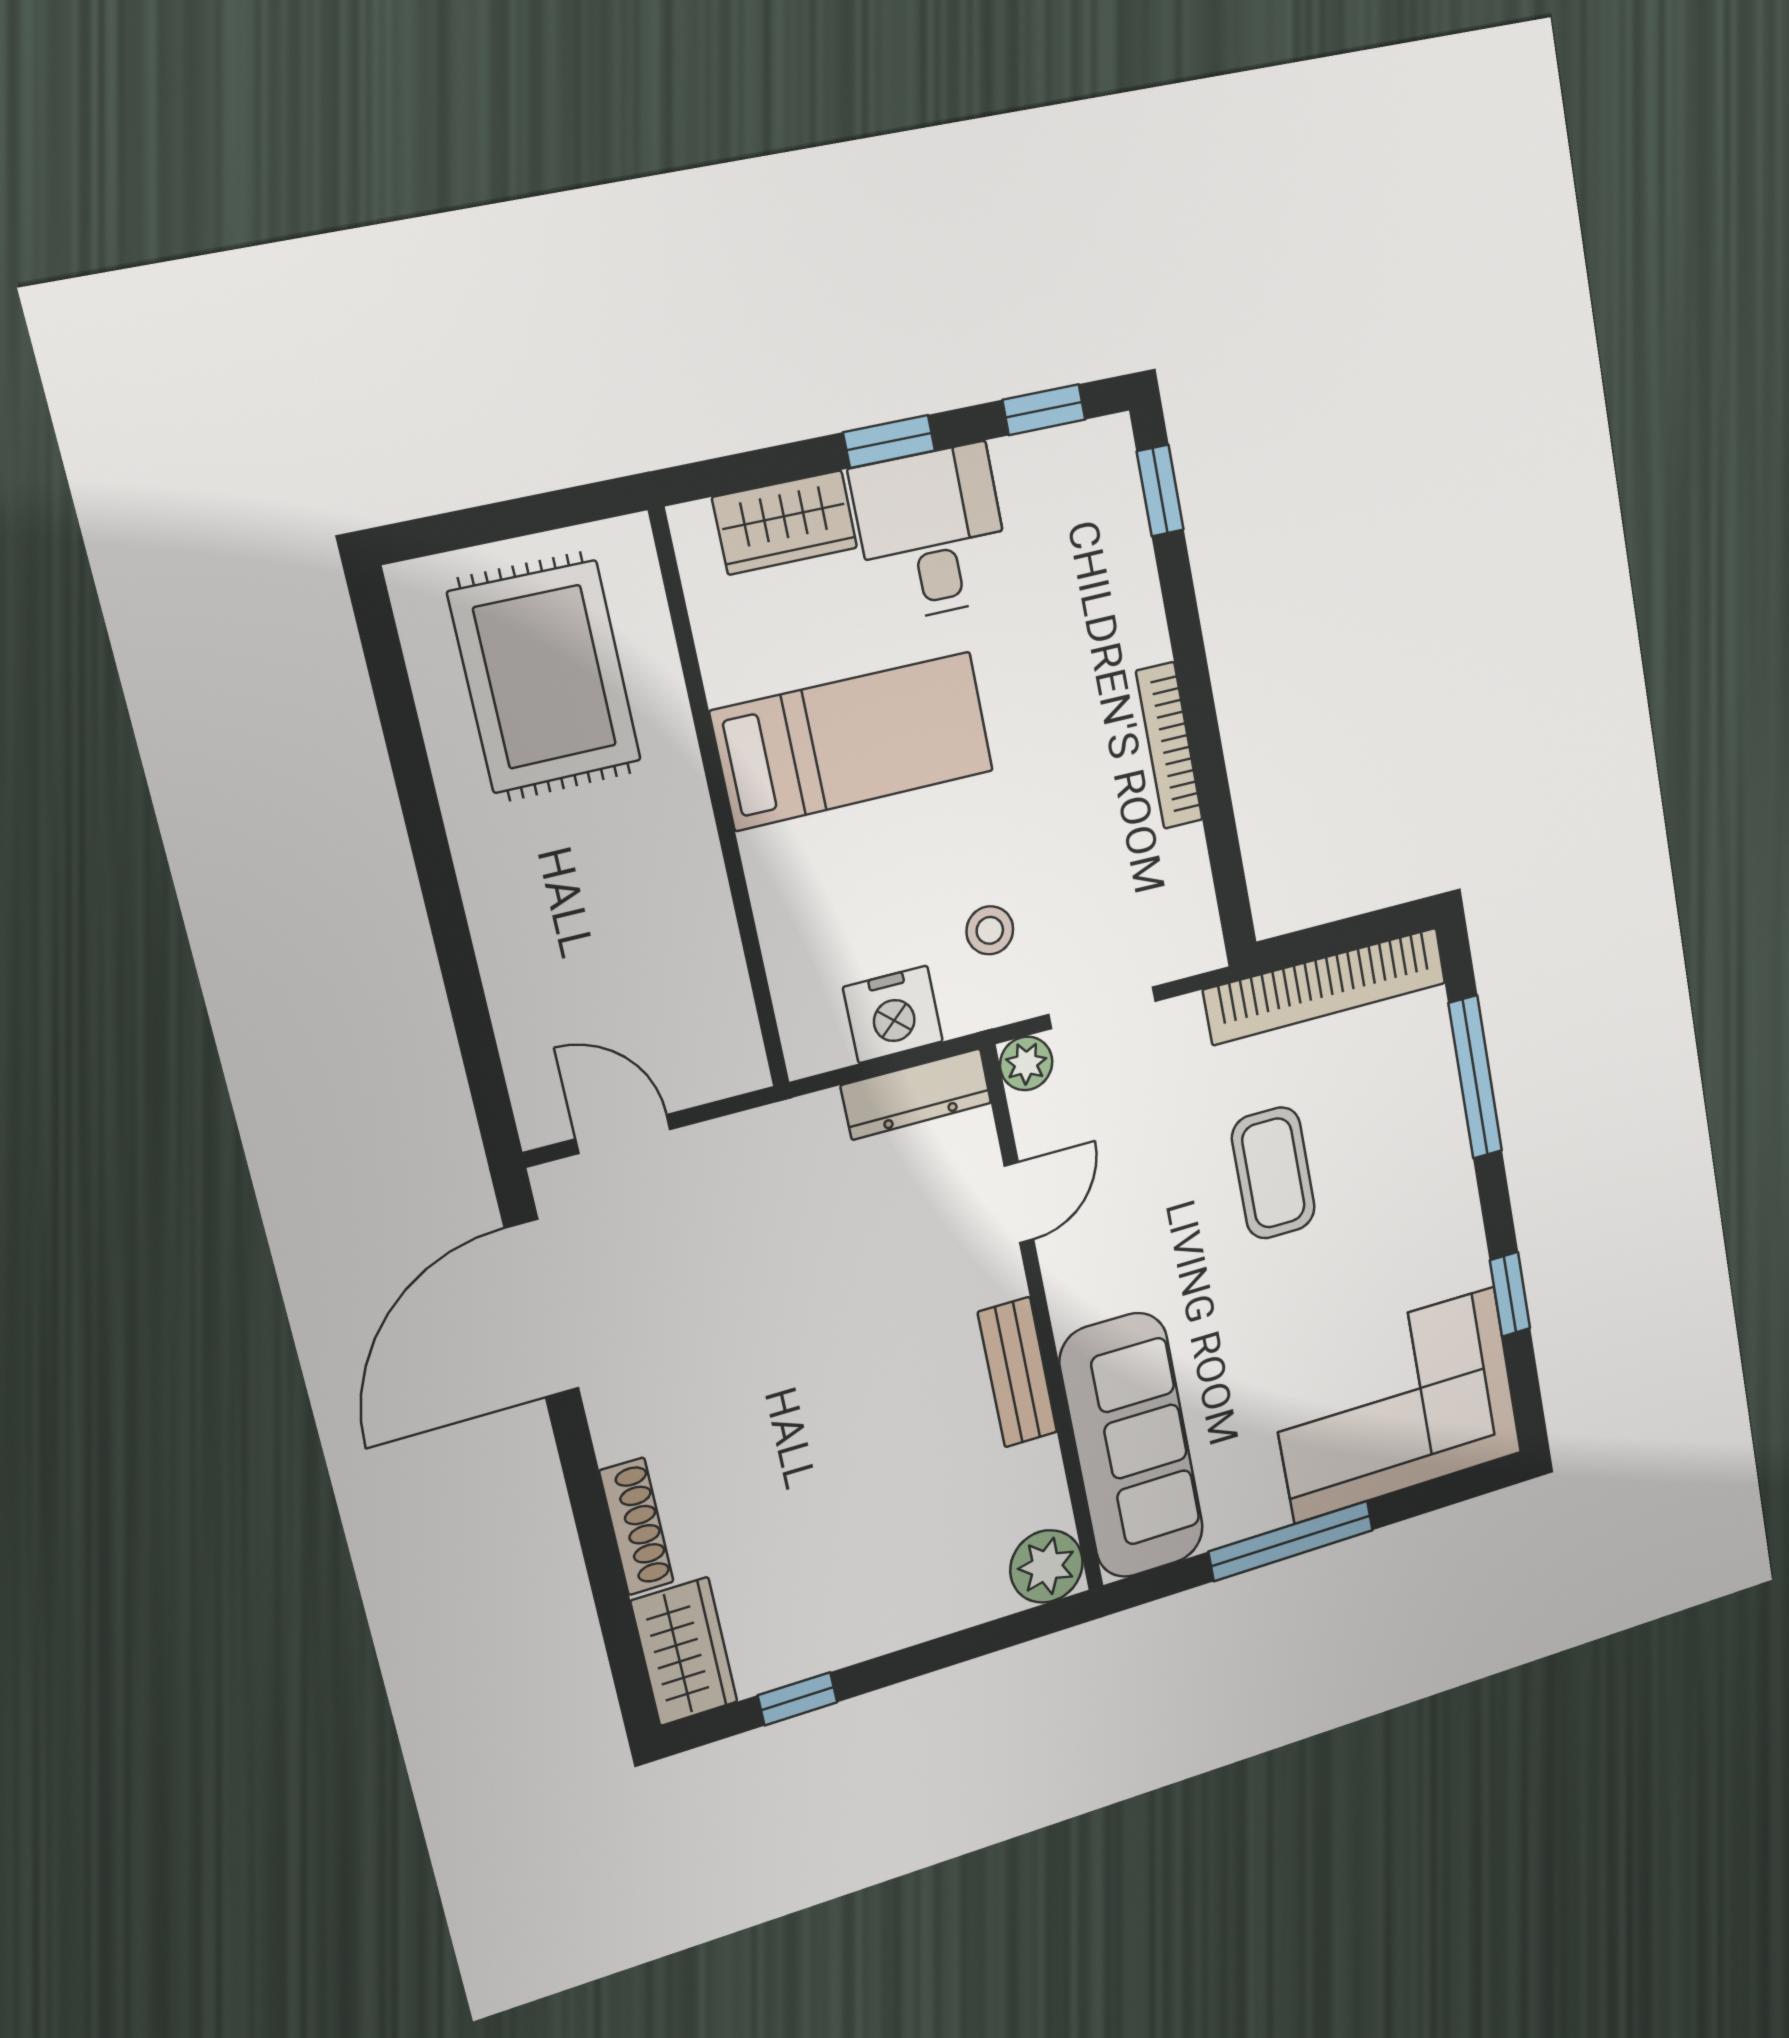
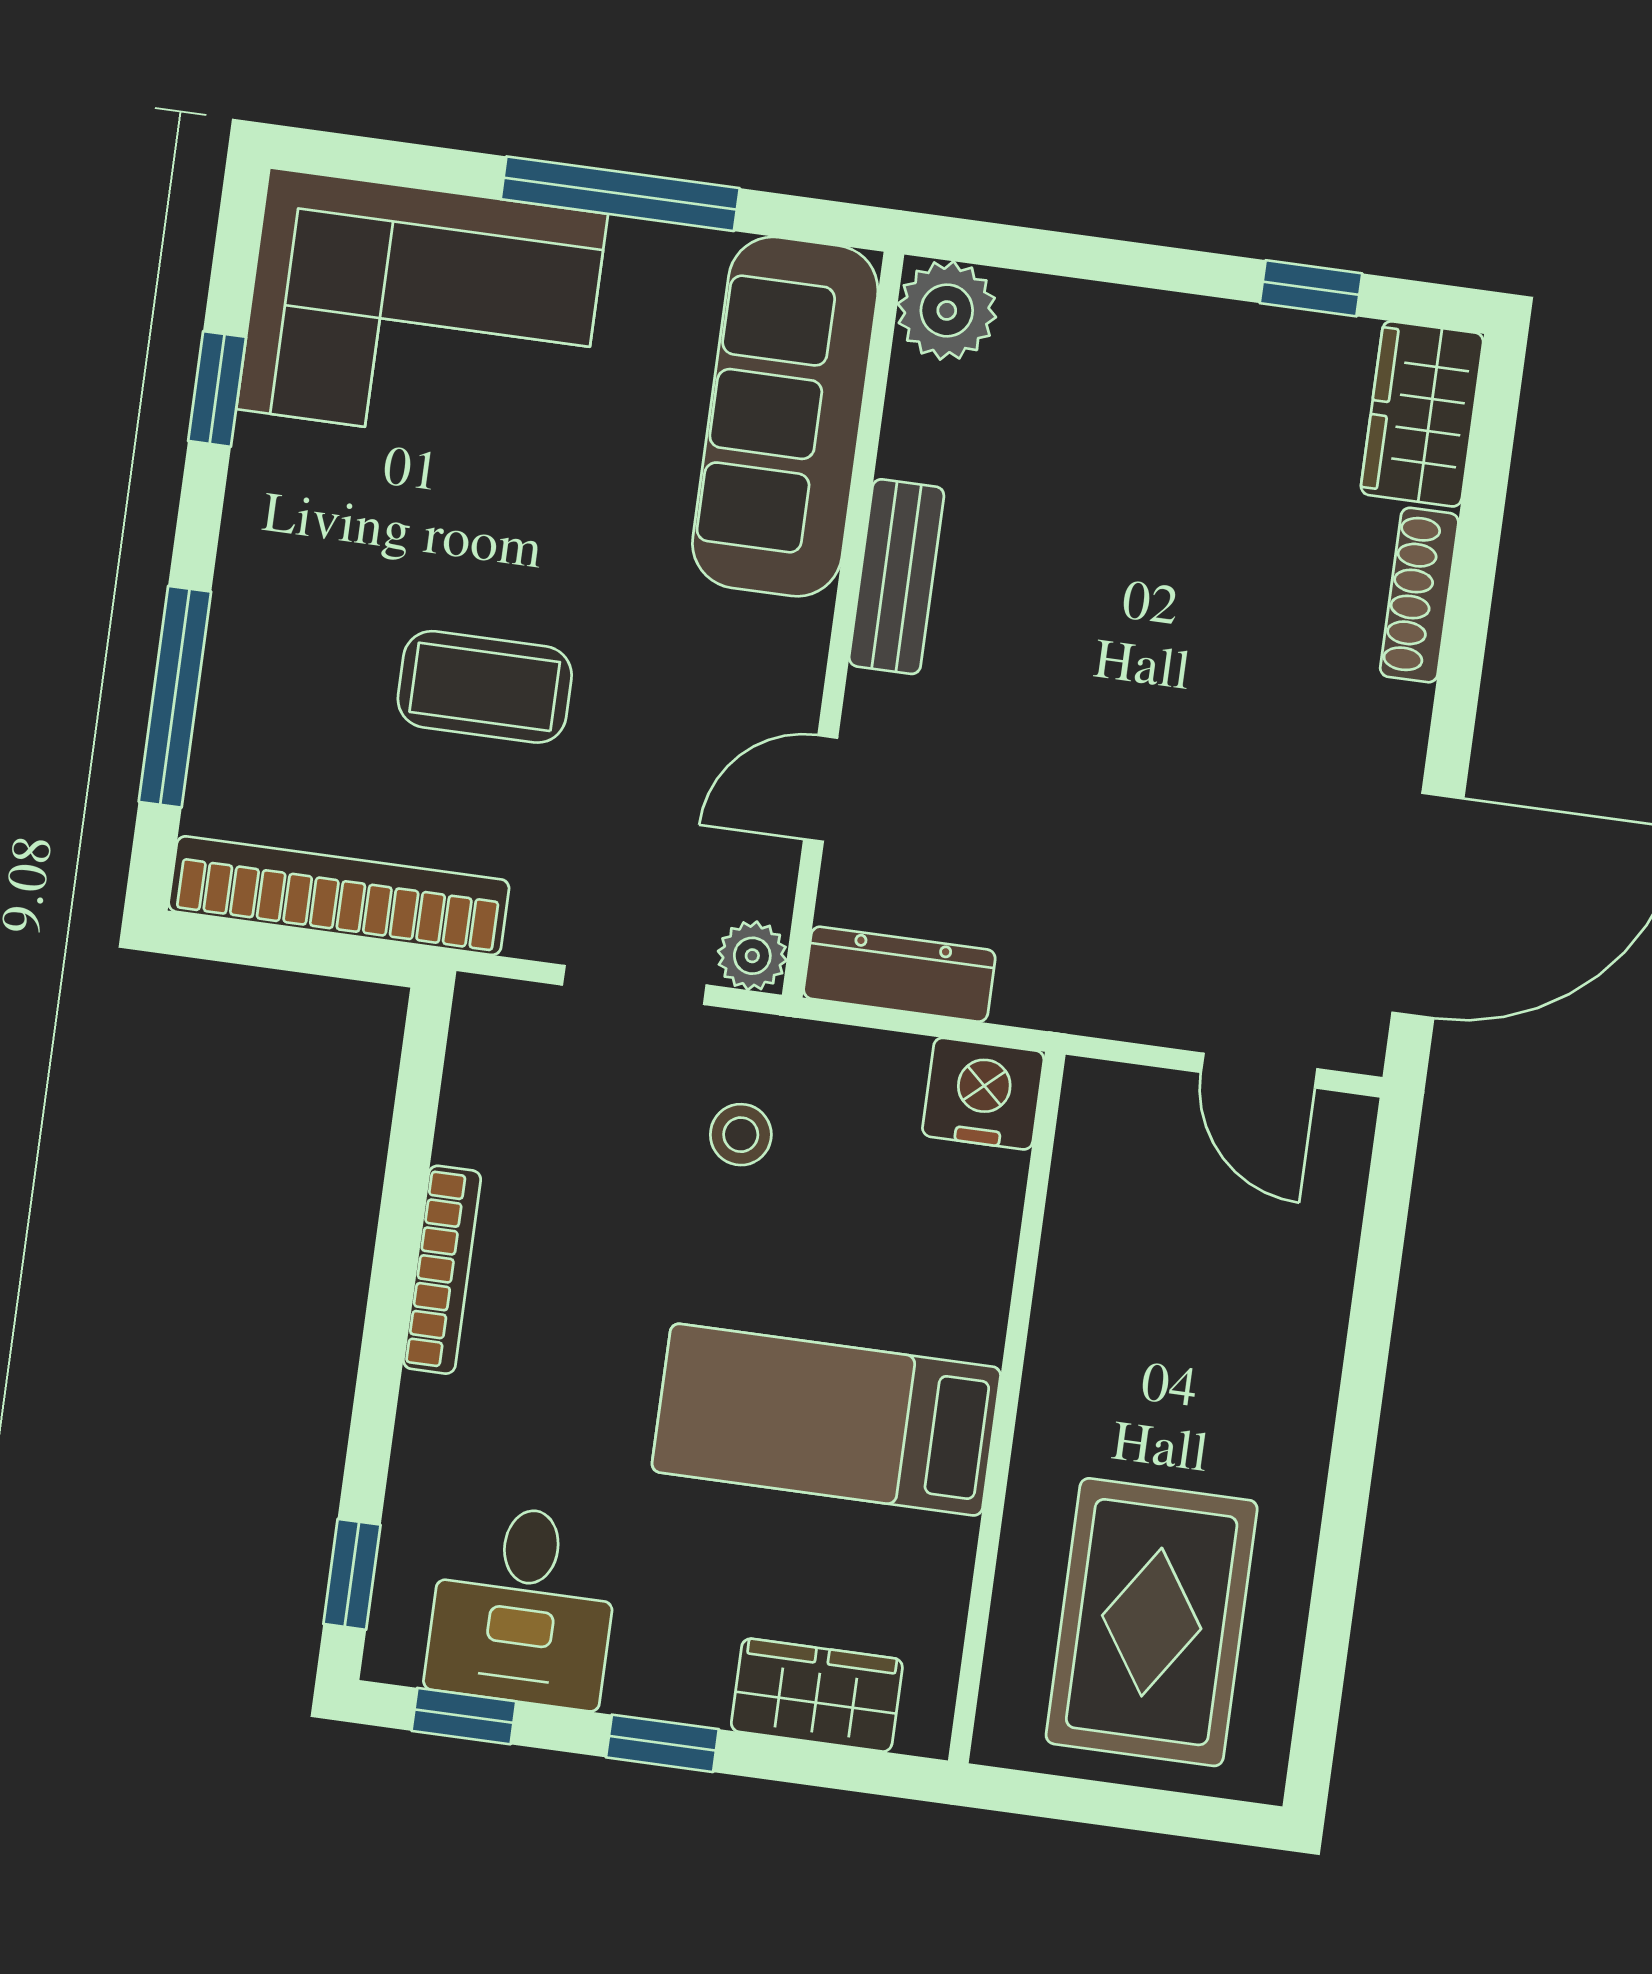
desk: (932, 533) -> (523, 1606), moved
nightstand: (893, 1014) -> (983, 1094), moved
coffee table: (1273, 1173) -> (485, 687), turned 90

